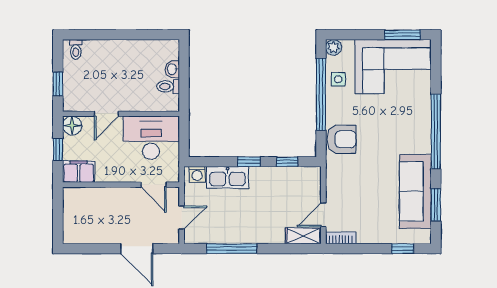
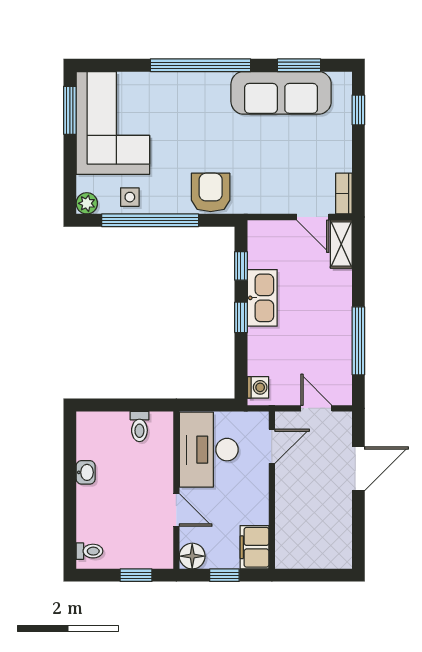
washbasin: (172, 69) -> (86, 472), moved, turned -90
kitchen sink: (228, 177) -> (262, 298), moved

